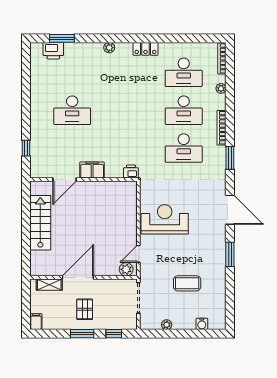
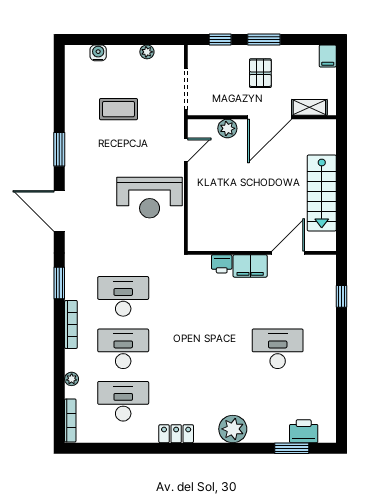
plant: (109, 48) -> (233, 429), width x1.88, depth x1.88
printer: (131, 172) -> (222, 264), moved
plant: (126, 269) -> (227, 128), moved

